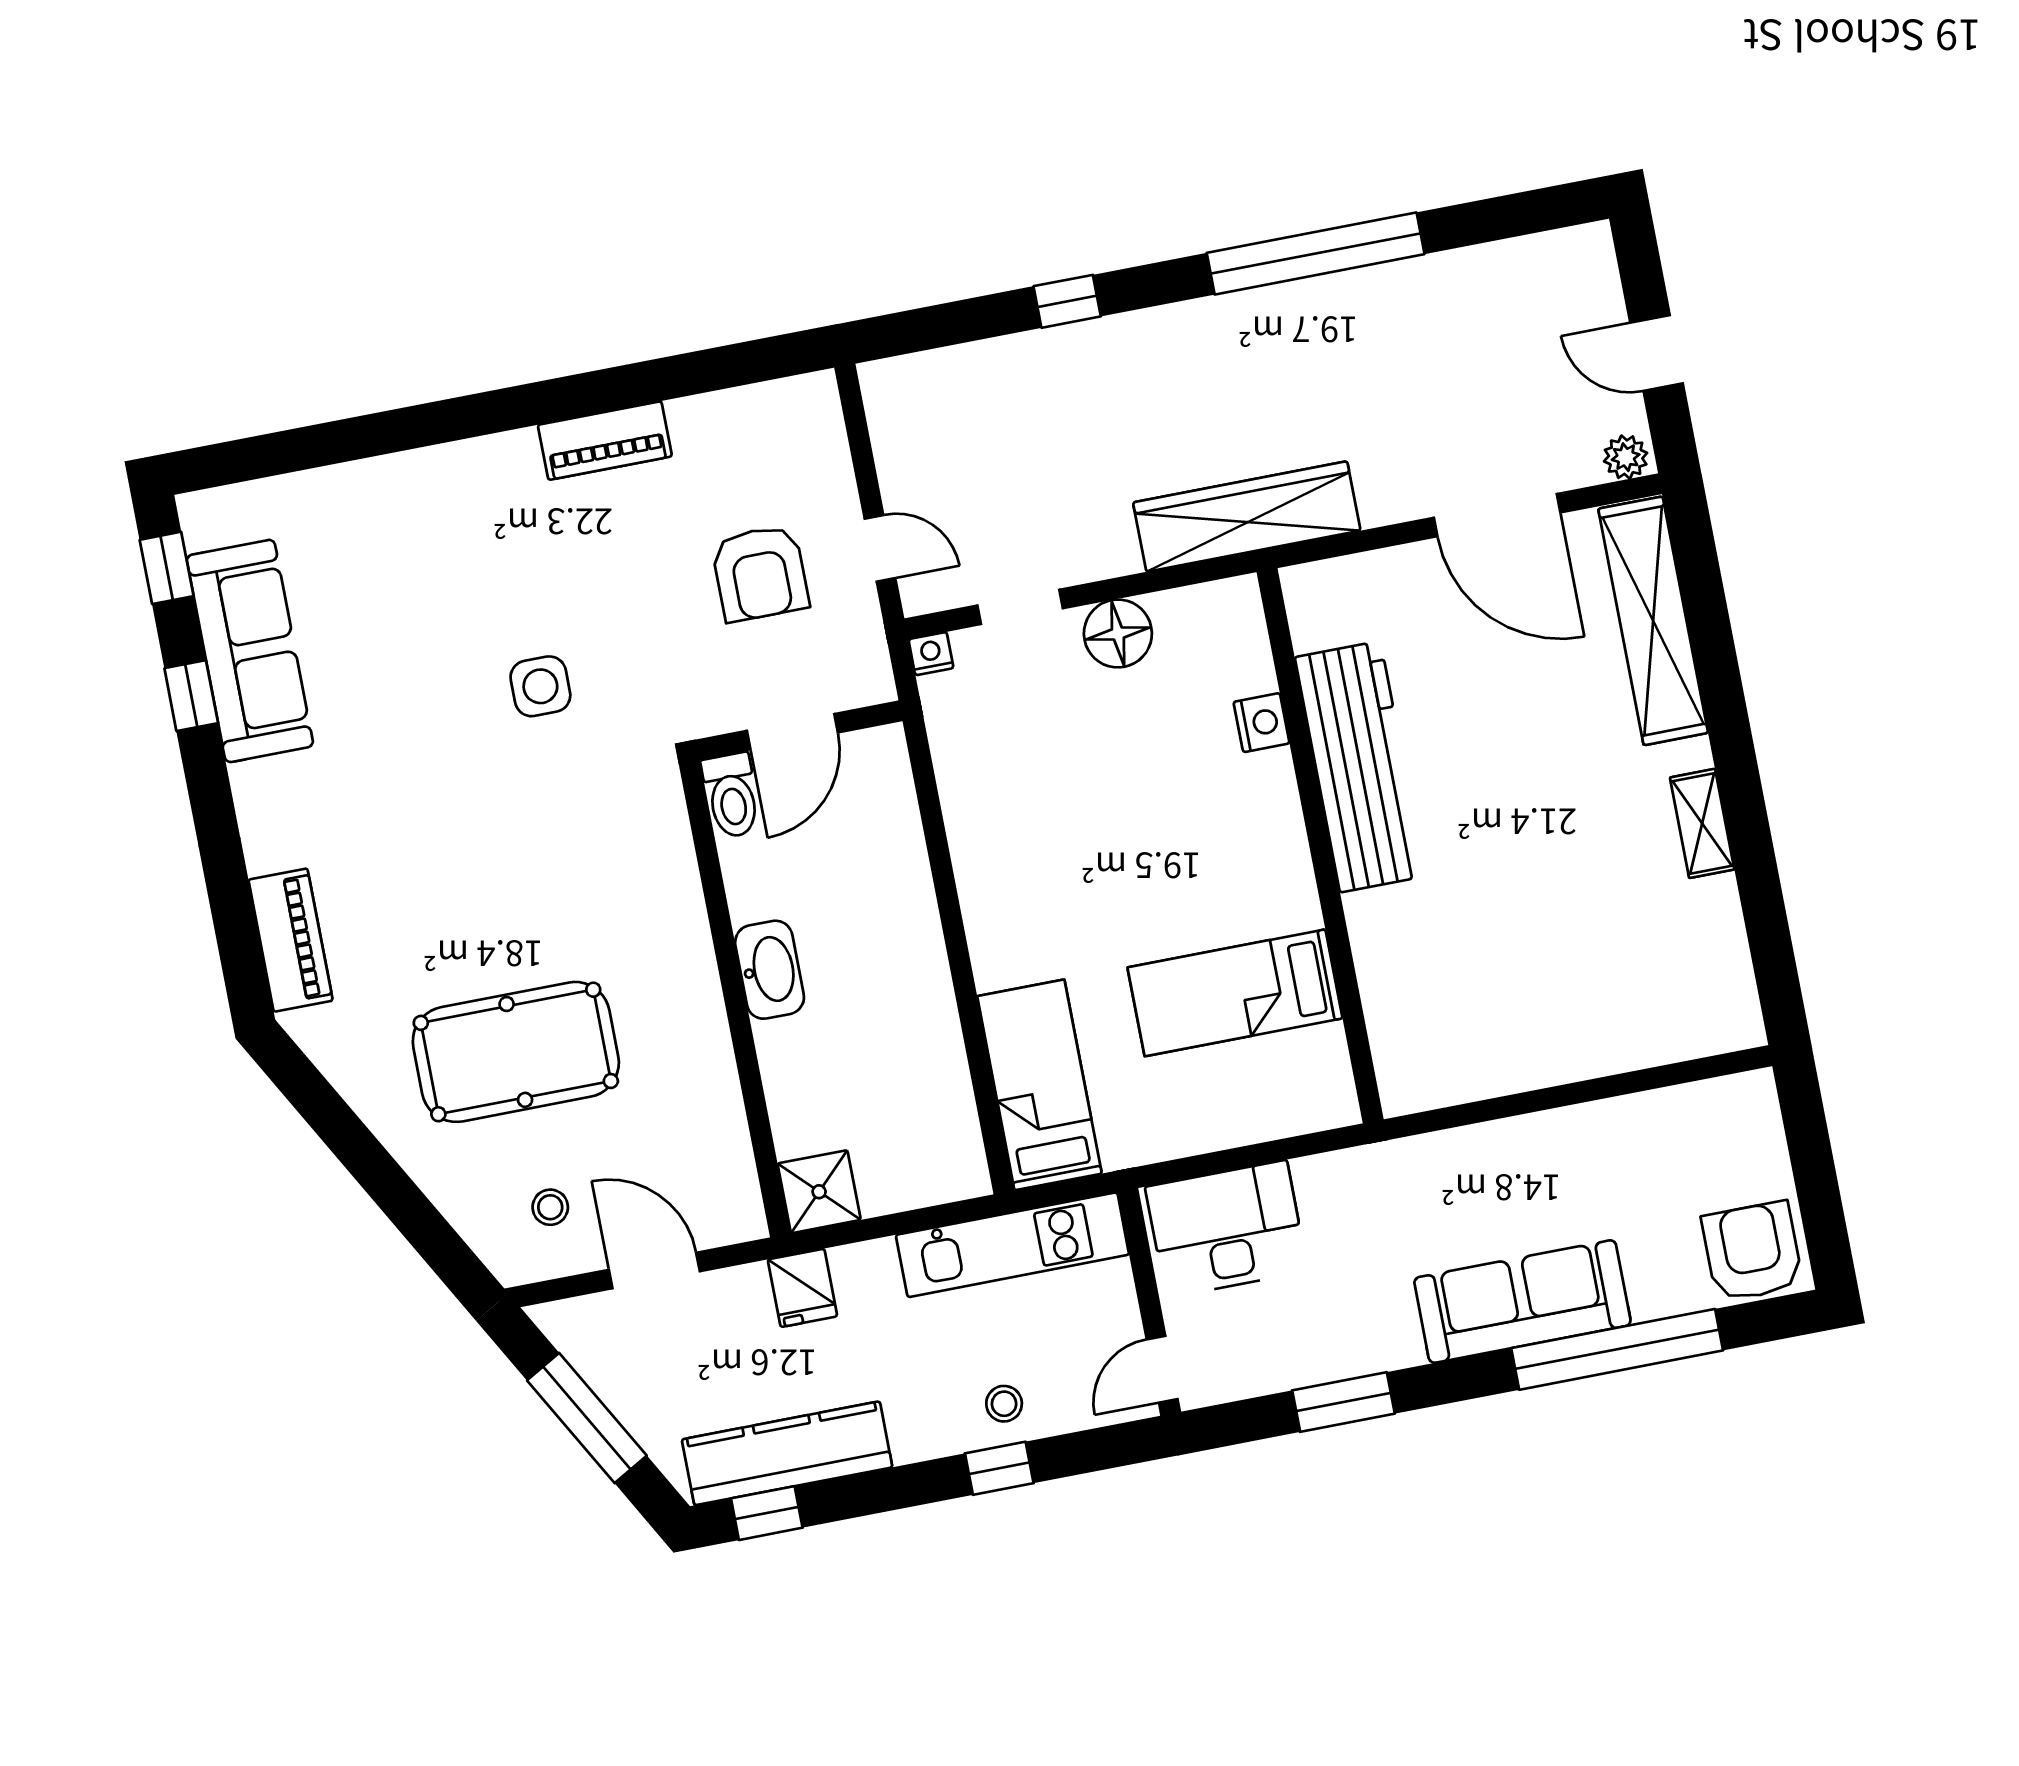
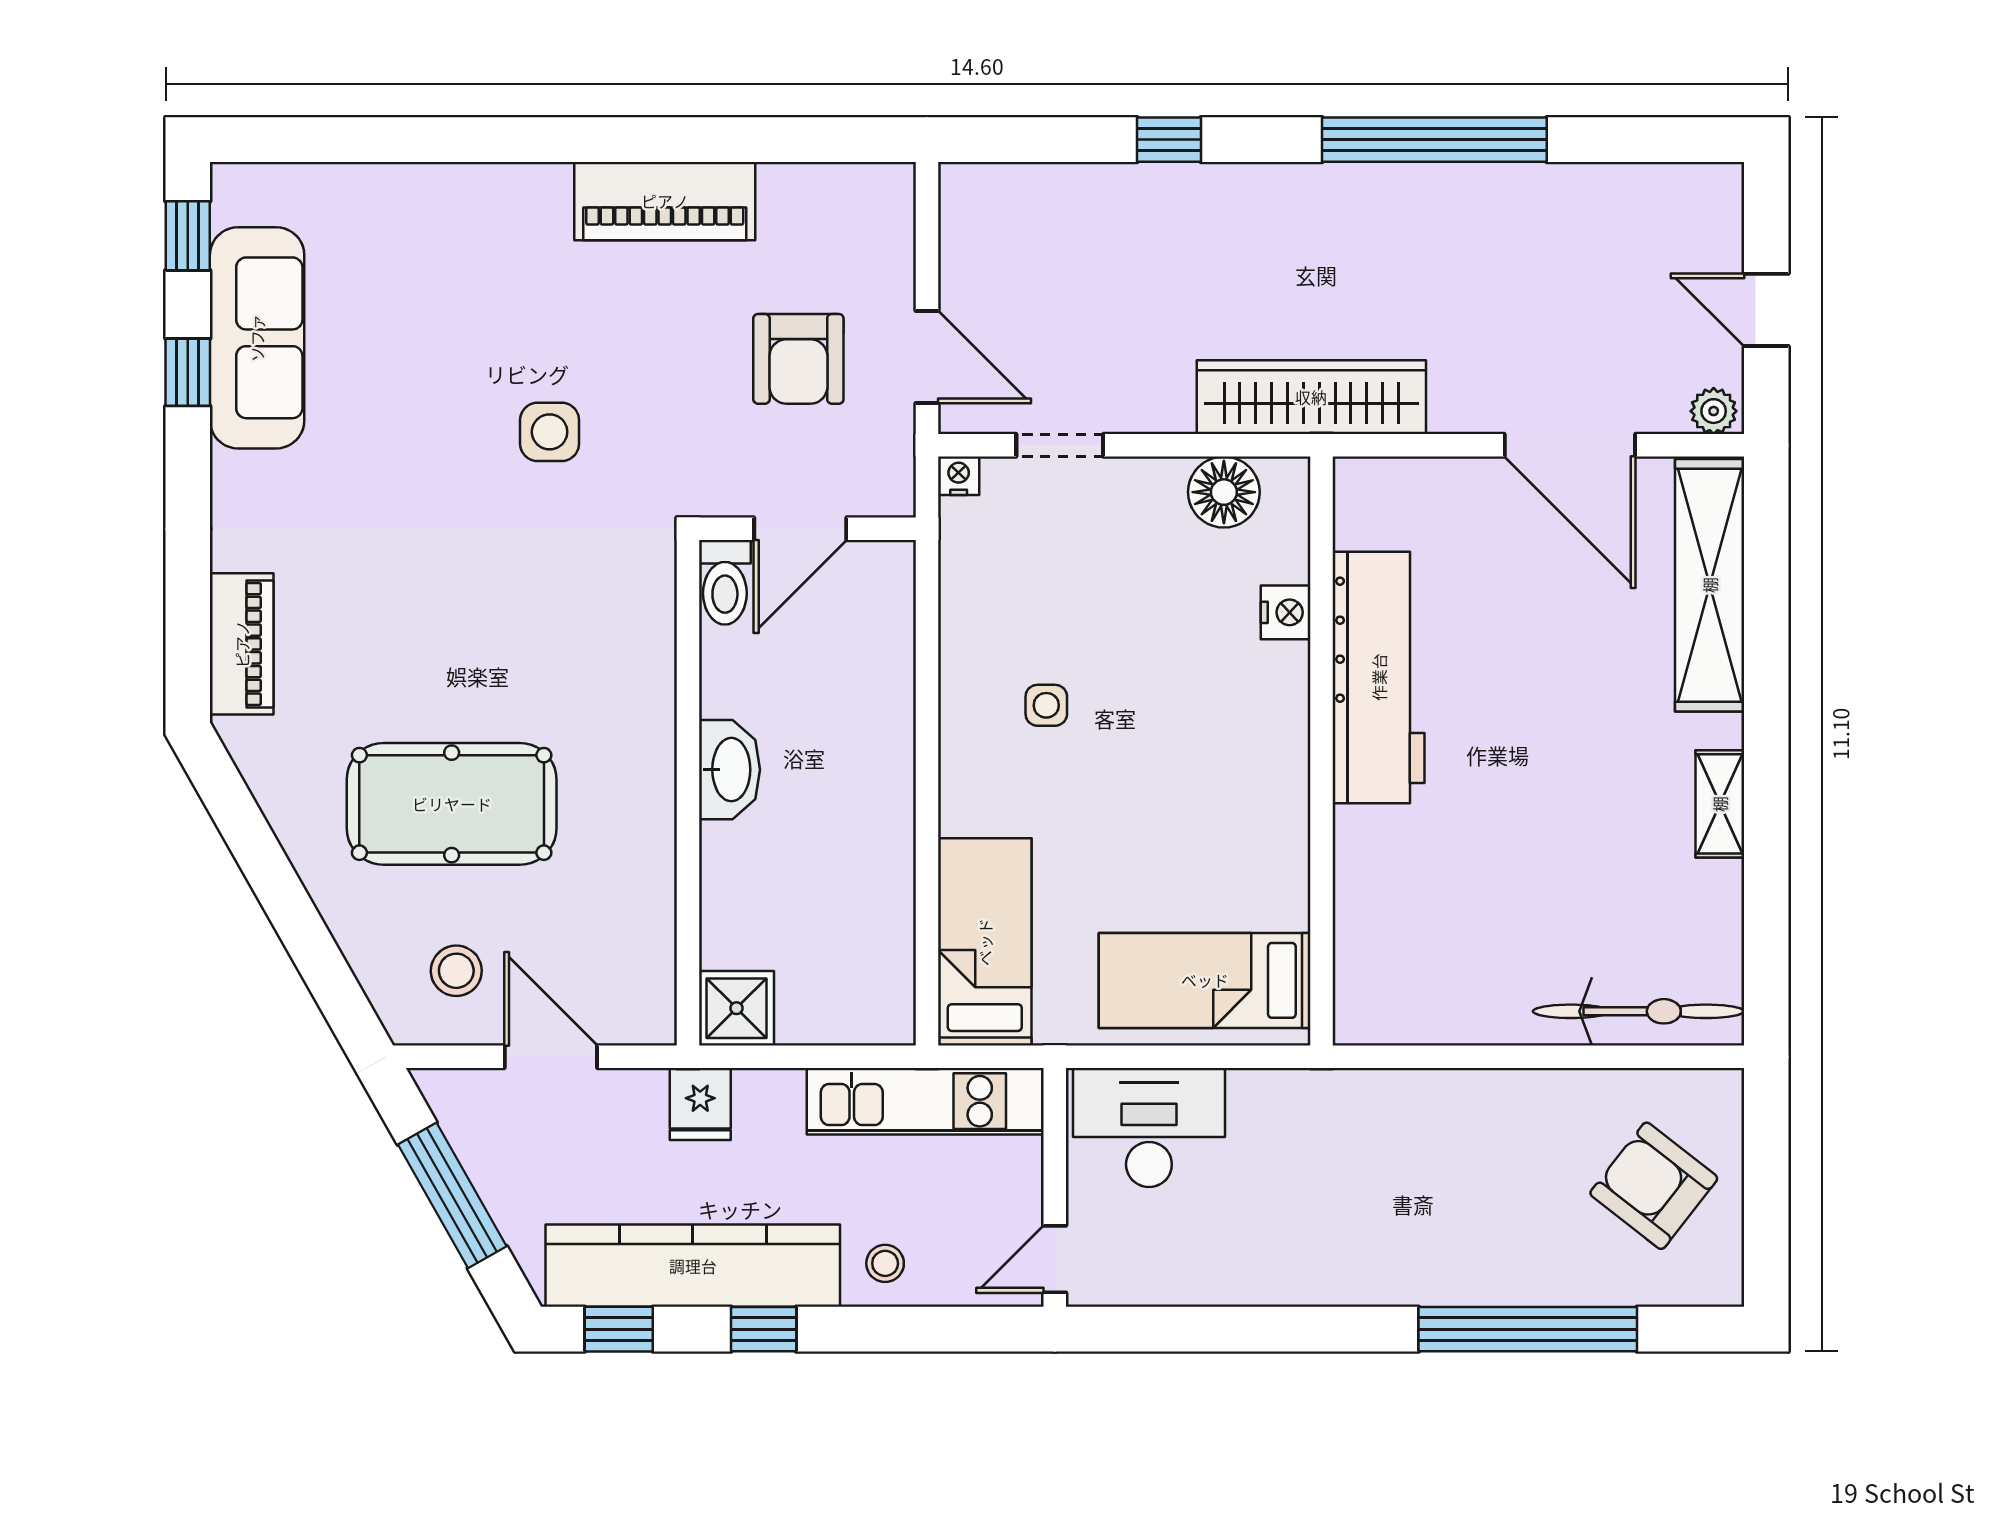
piano: (605, 441) -> (665, 201), width x1.37, depth x1.33
door: (880, 548) -> (927, 357), width x1.38
floor lamp: (1118, 633) -> (1224, 492), moved
side table: (1054, 853) -> (1046, 705), added
bed: (1235, 993) -> (1205, 980), moved
bicycle: (1663, 1032) -> (1638, 1011), added
stool: (550, 1207) -> (456, 971), width x1.37, depth x1.37
armchair: (1752, 1251) -> (1654, 1186), moved, turned -52
sofa: (1522, 1302) -> (1440, 1261), removed
window: (1343, 1402) -> (1235, 1329), removed
kitchen counter: (787, 1453) -> (693, 1266), width x1.39, depth x1.17
window: (999, 1468) -> (764, 1329), moved

